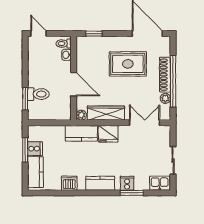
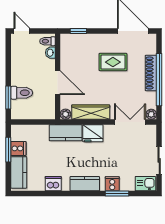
rug: (128, 64) -> (113, 62), width x0.73, depth x0.70
plant: (165, 98) -> (151, 114), moved

